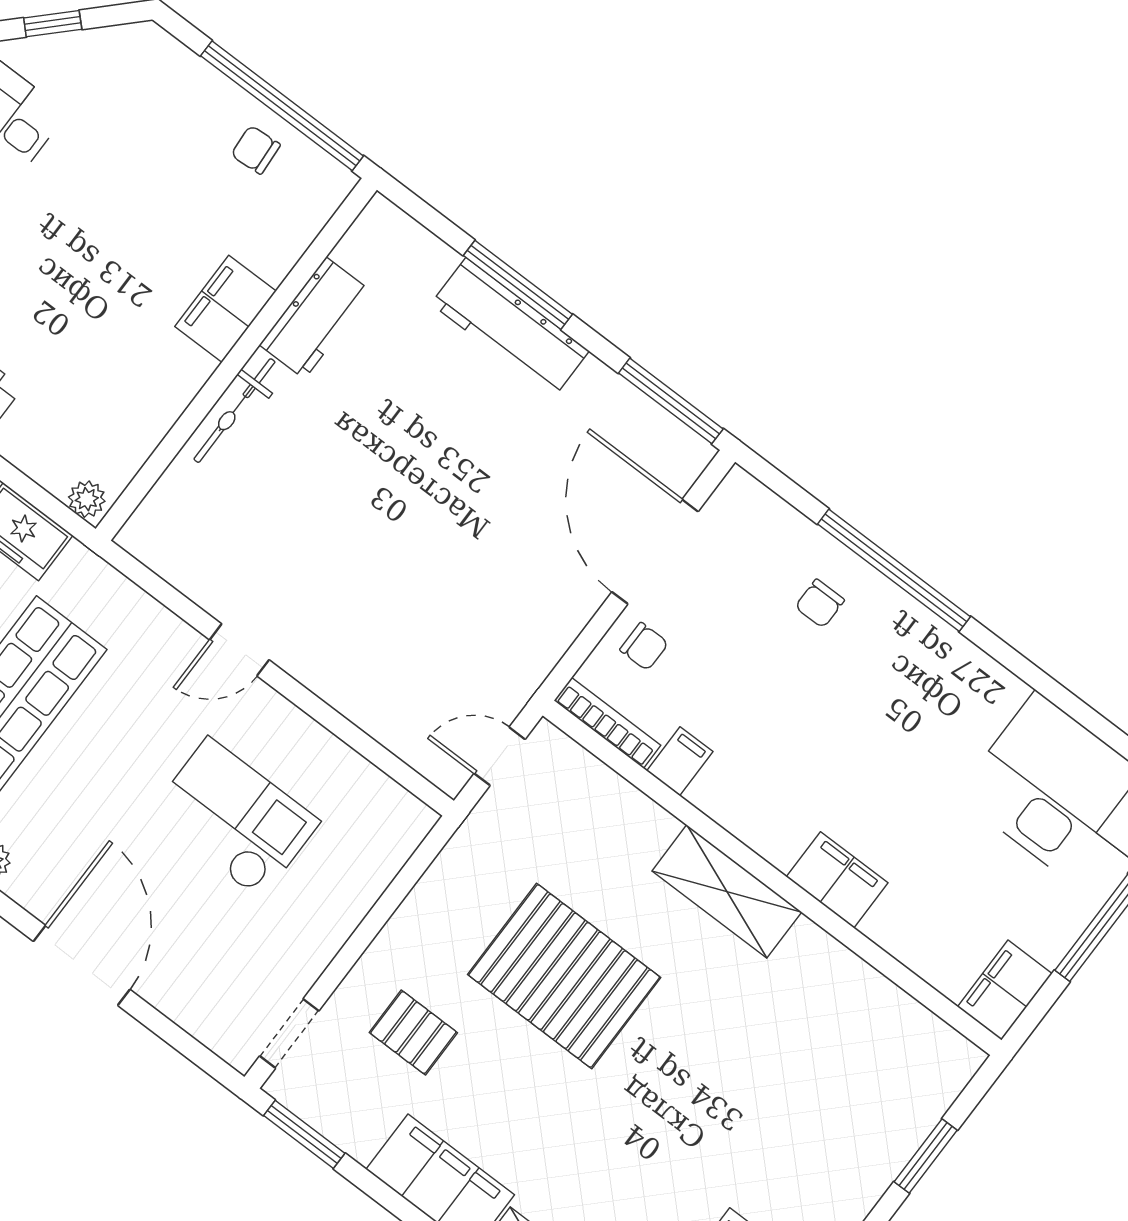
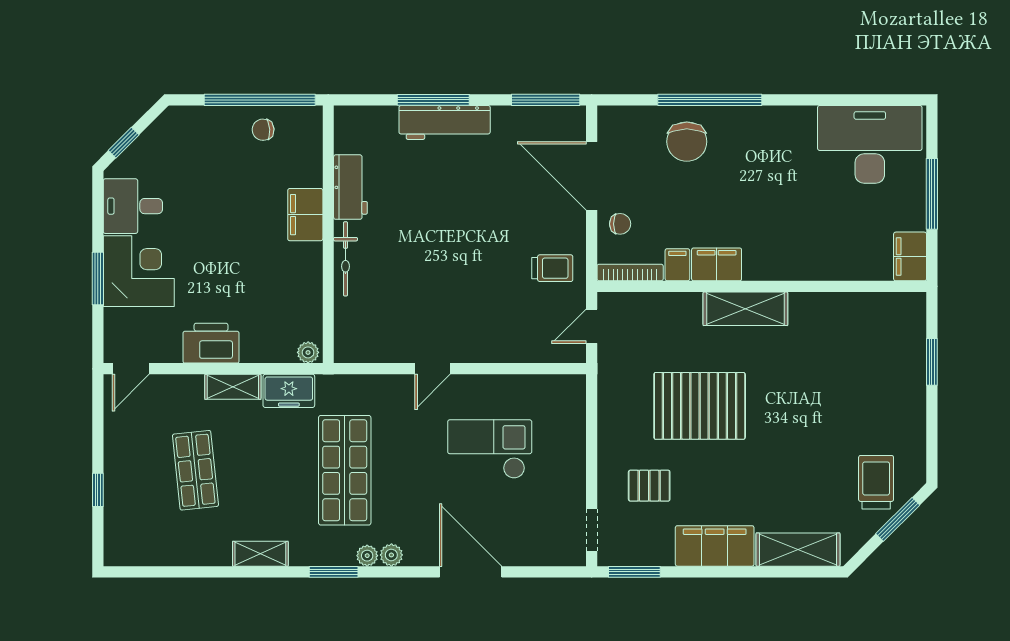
chair: (820, 603) -> (687, 142), width x1.87, depth x1.87
trolley: (506, 637) -> (552, 268), added
filing cabinet: (837, 880) -> (717, 264), moved

